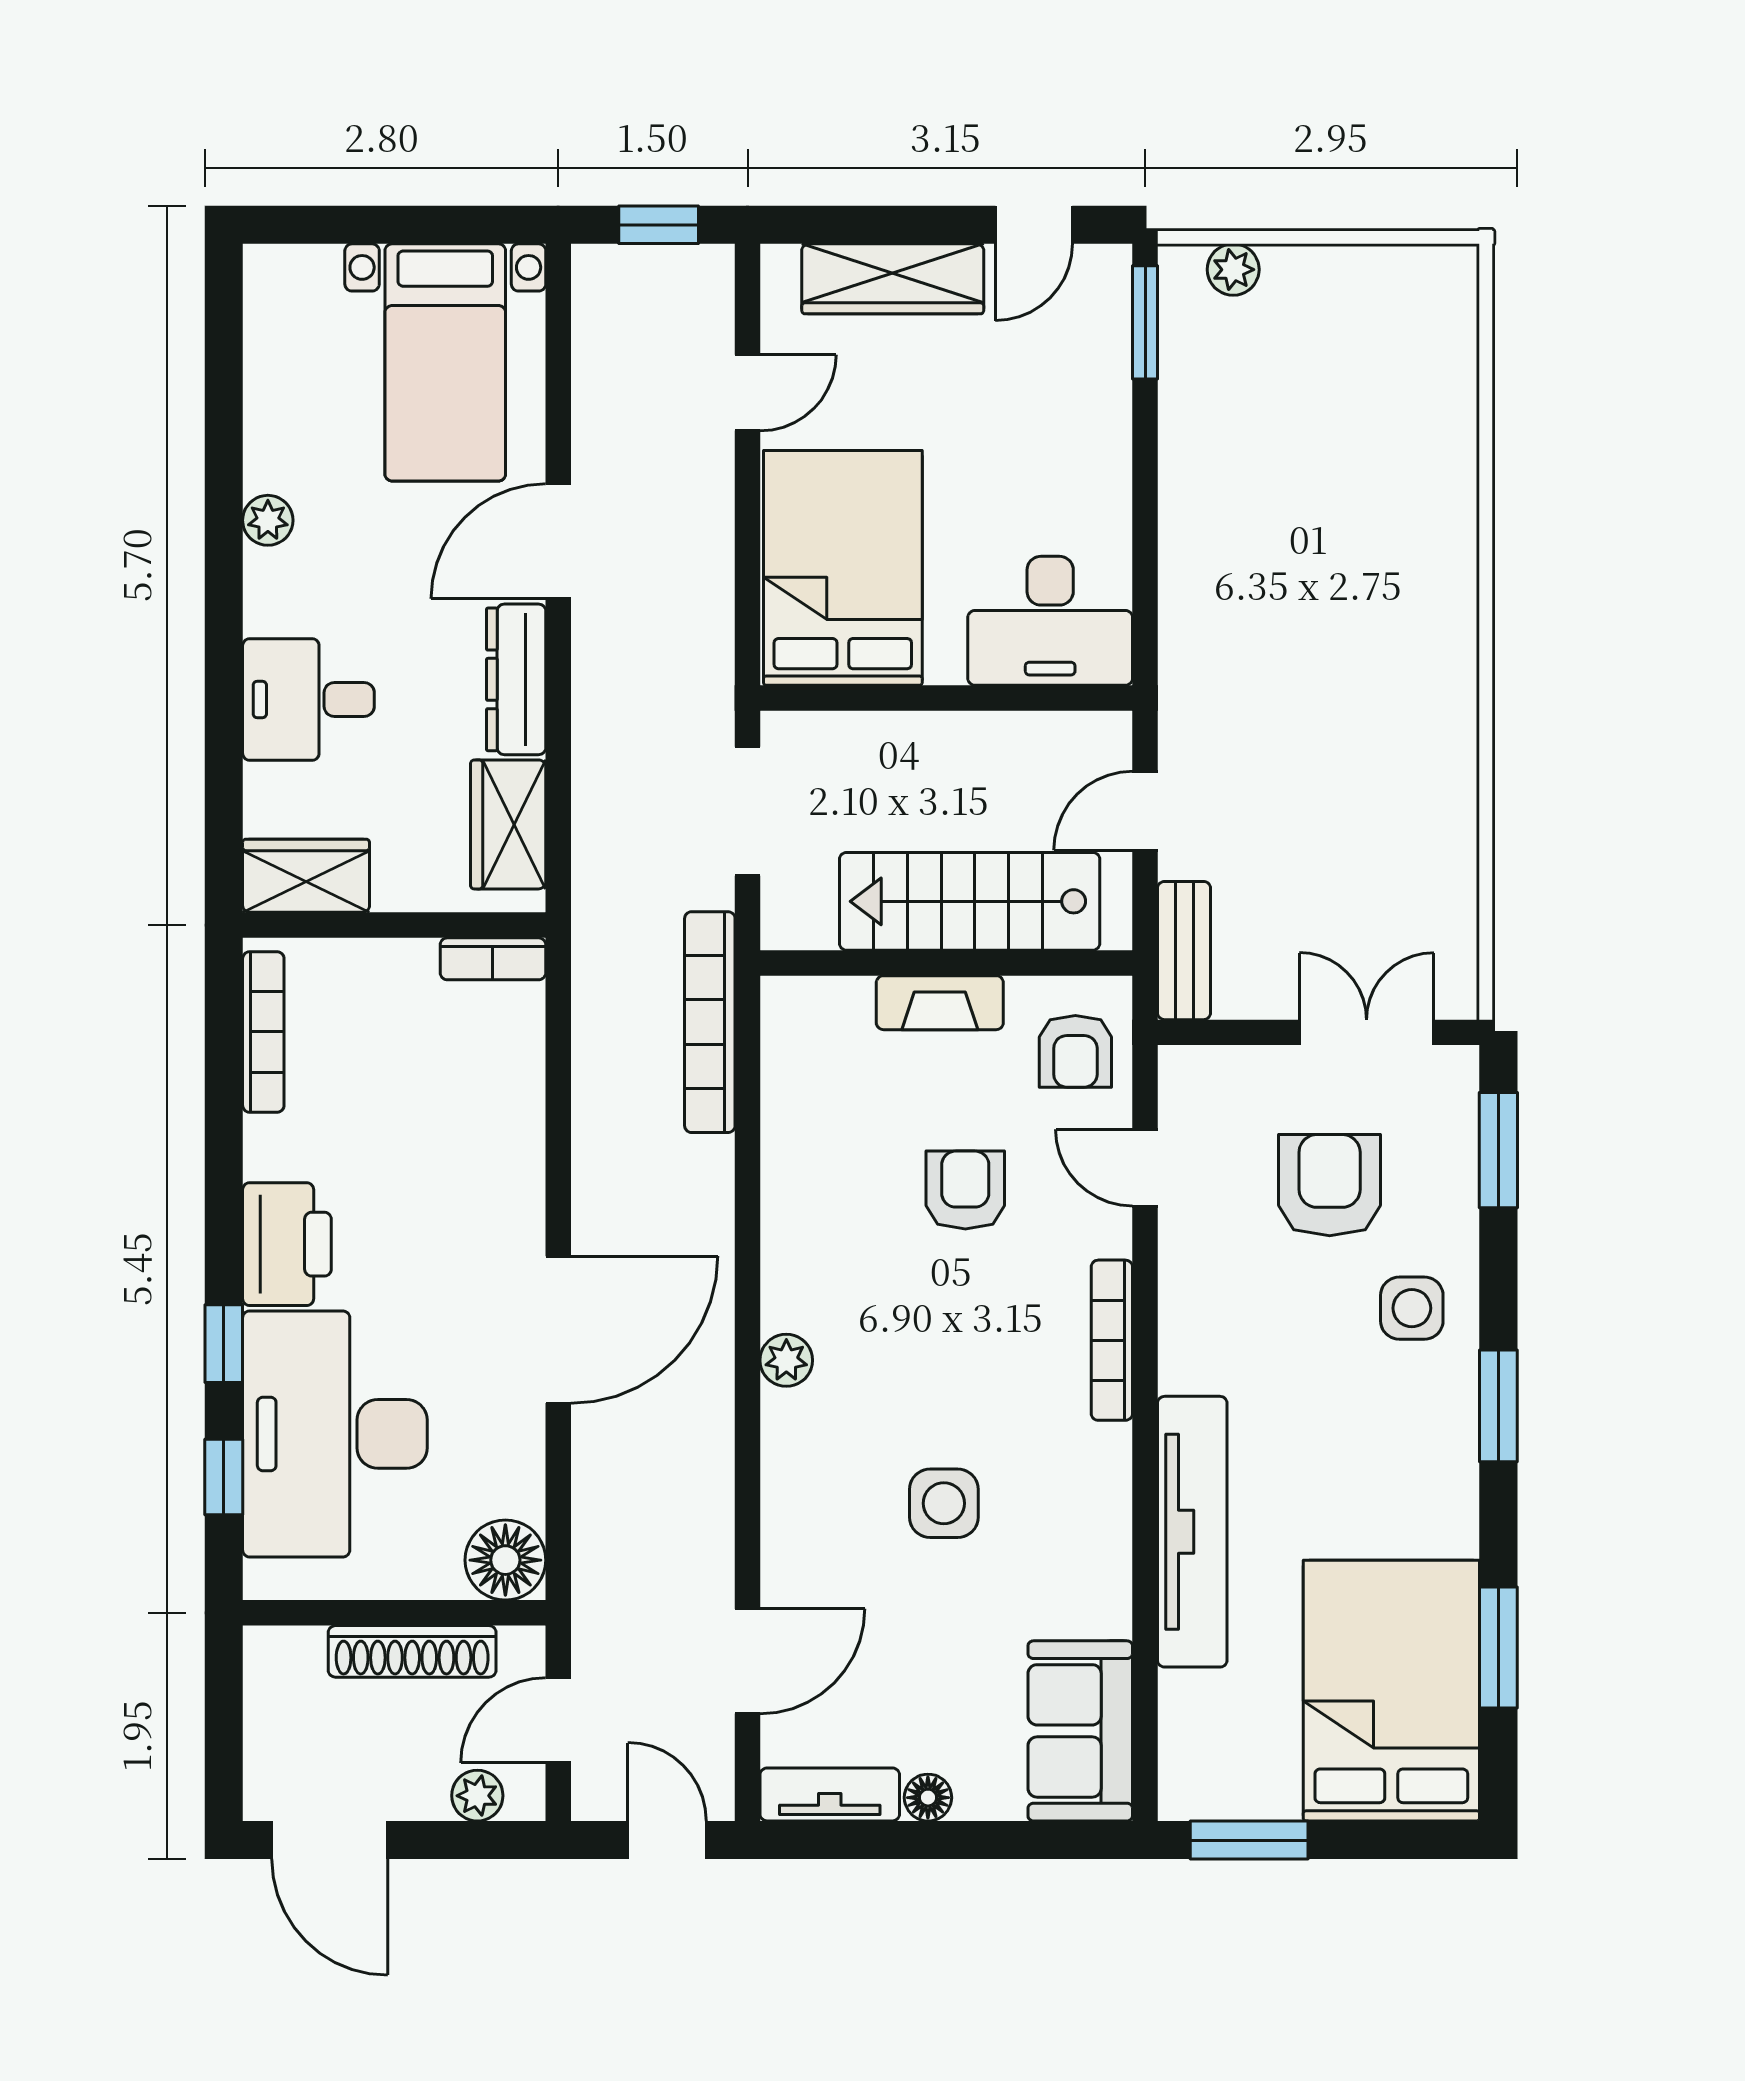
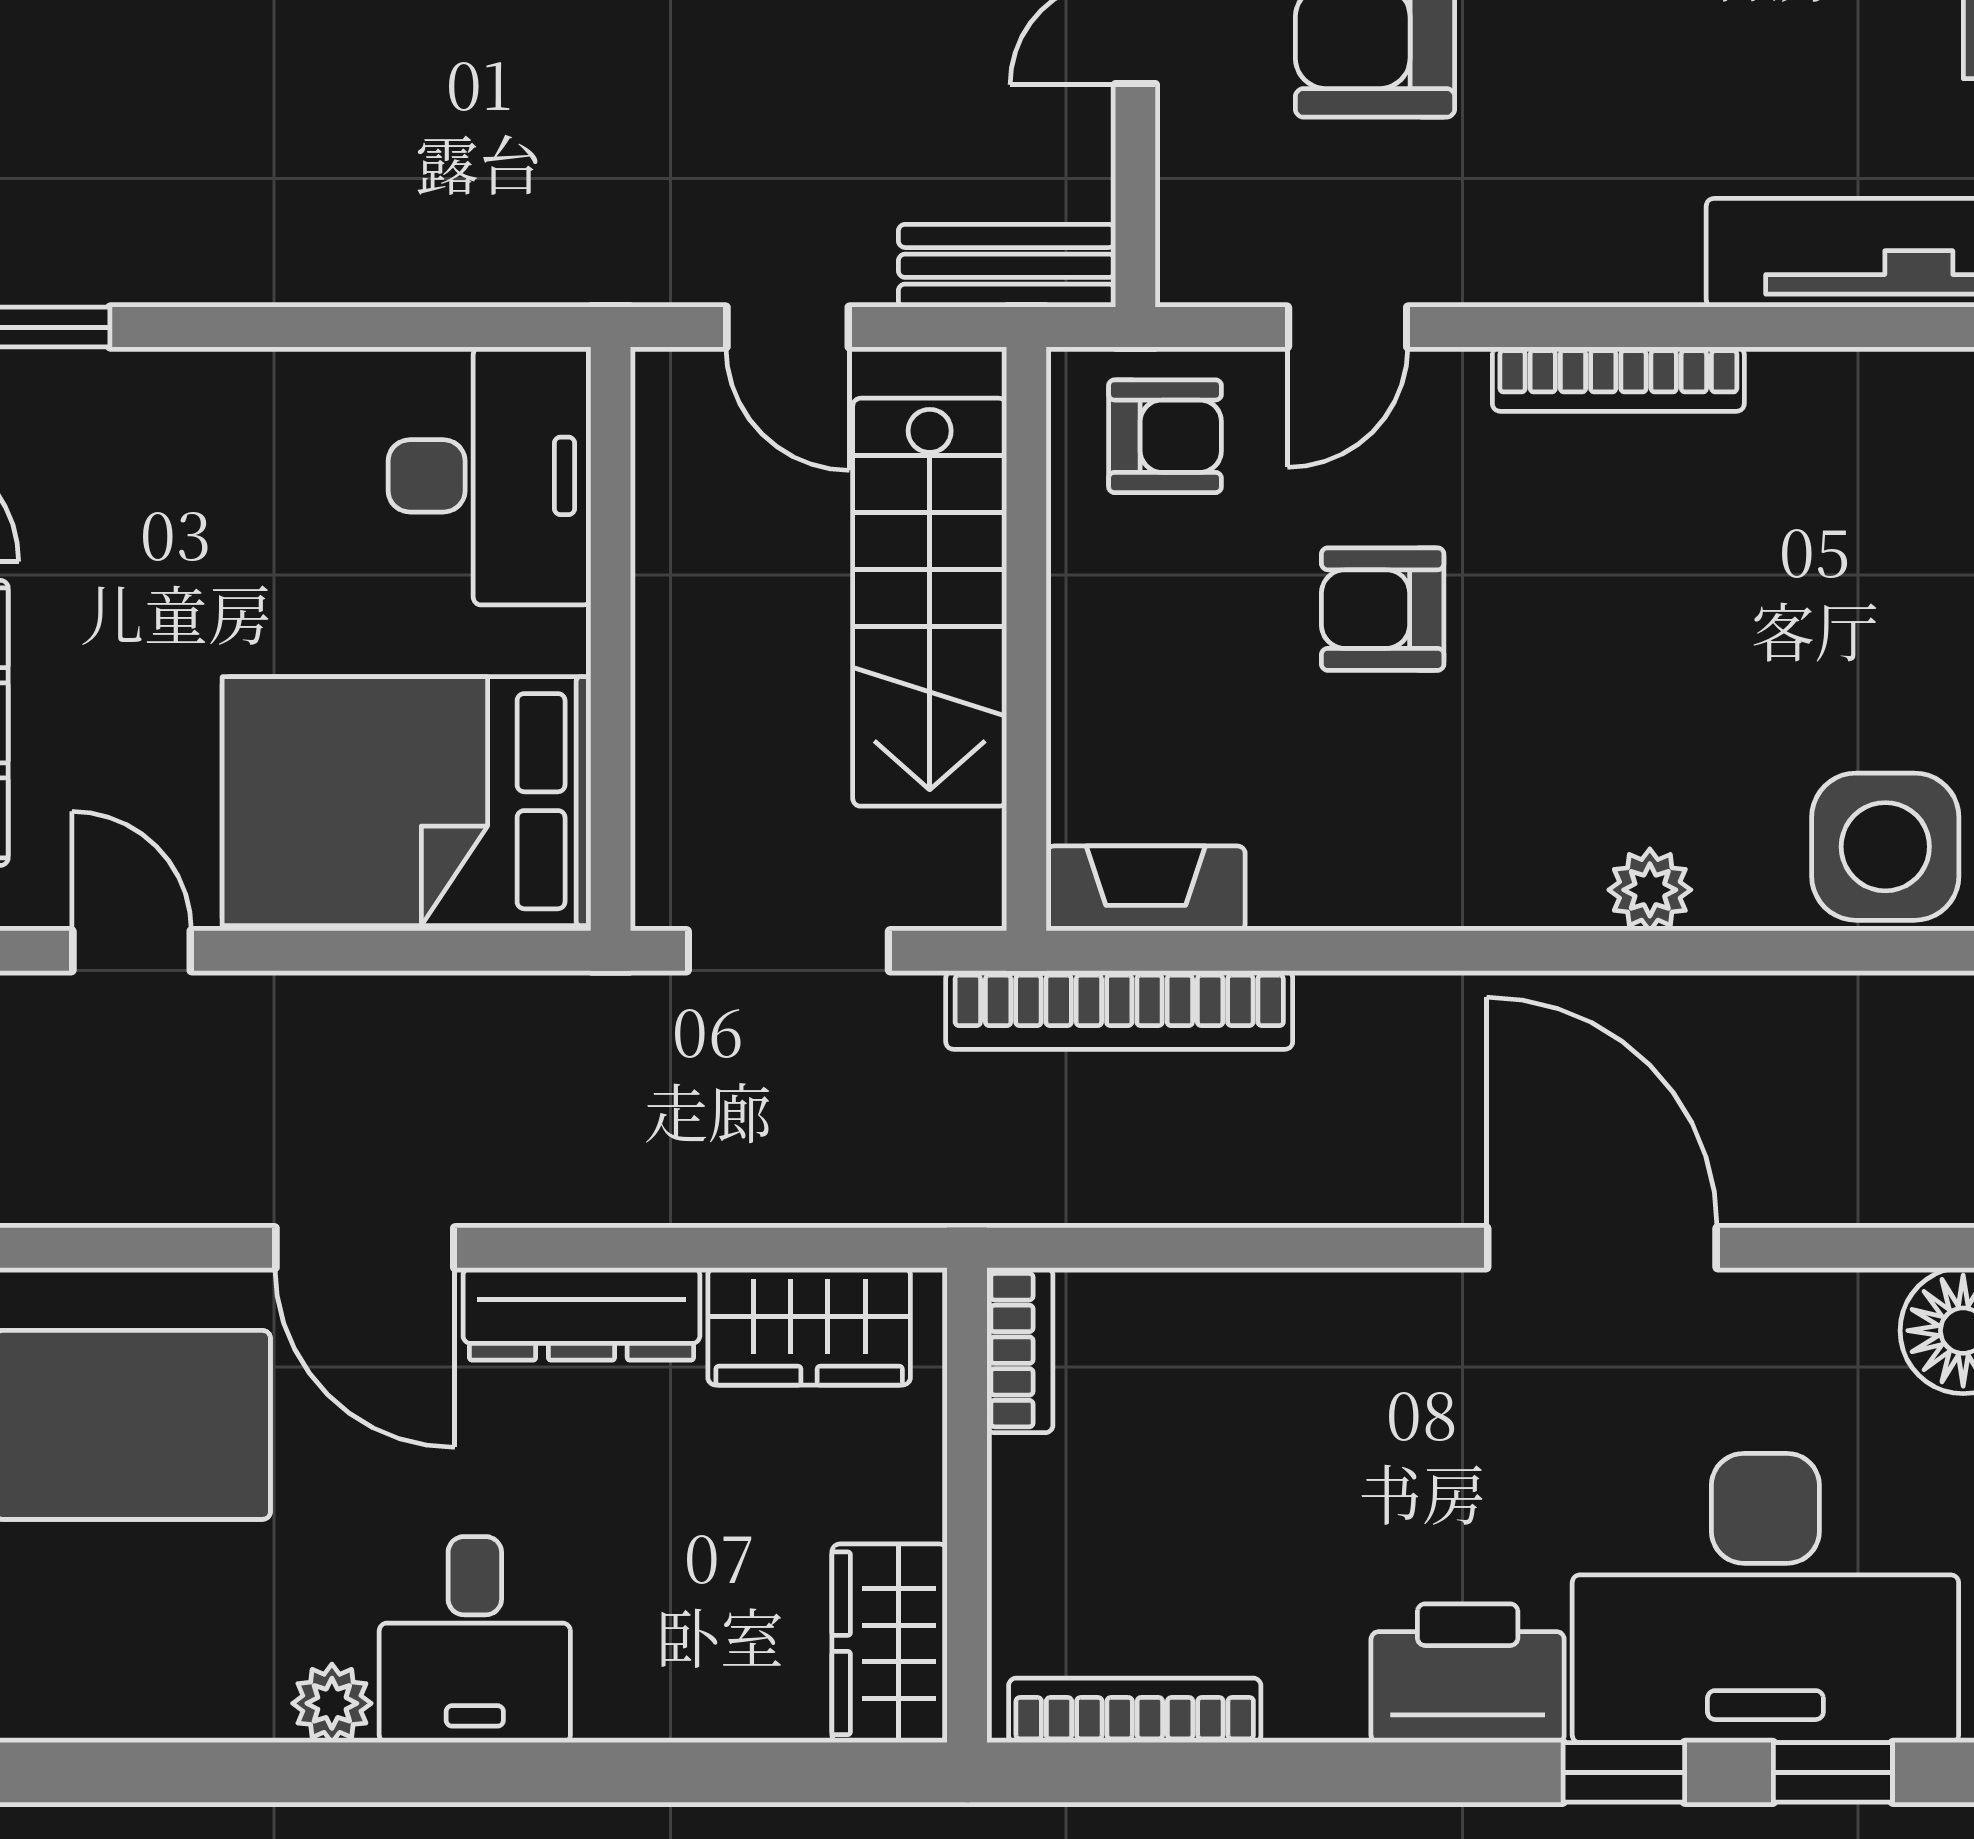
desk: (308, 699) -> (475, 1640), moved
fireplace: (940, 1003) -> (1146, 888), moved, turned -90
side table: (944, 1503) -> (1885, 847), moved, width x1.37, depth x1.37

